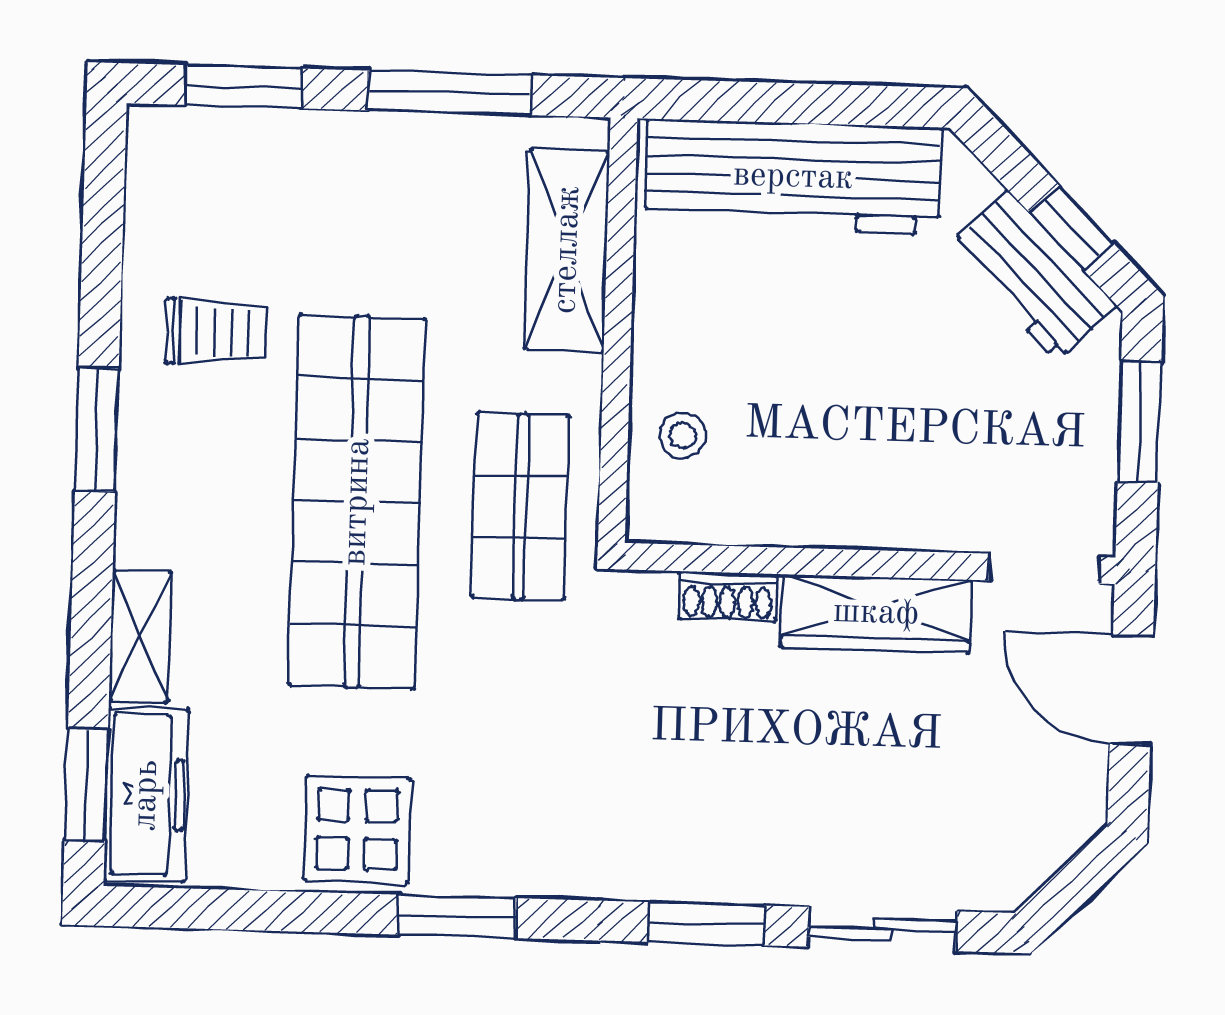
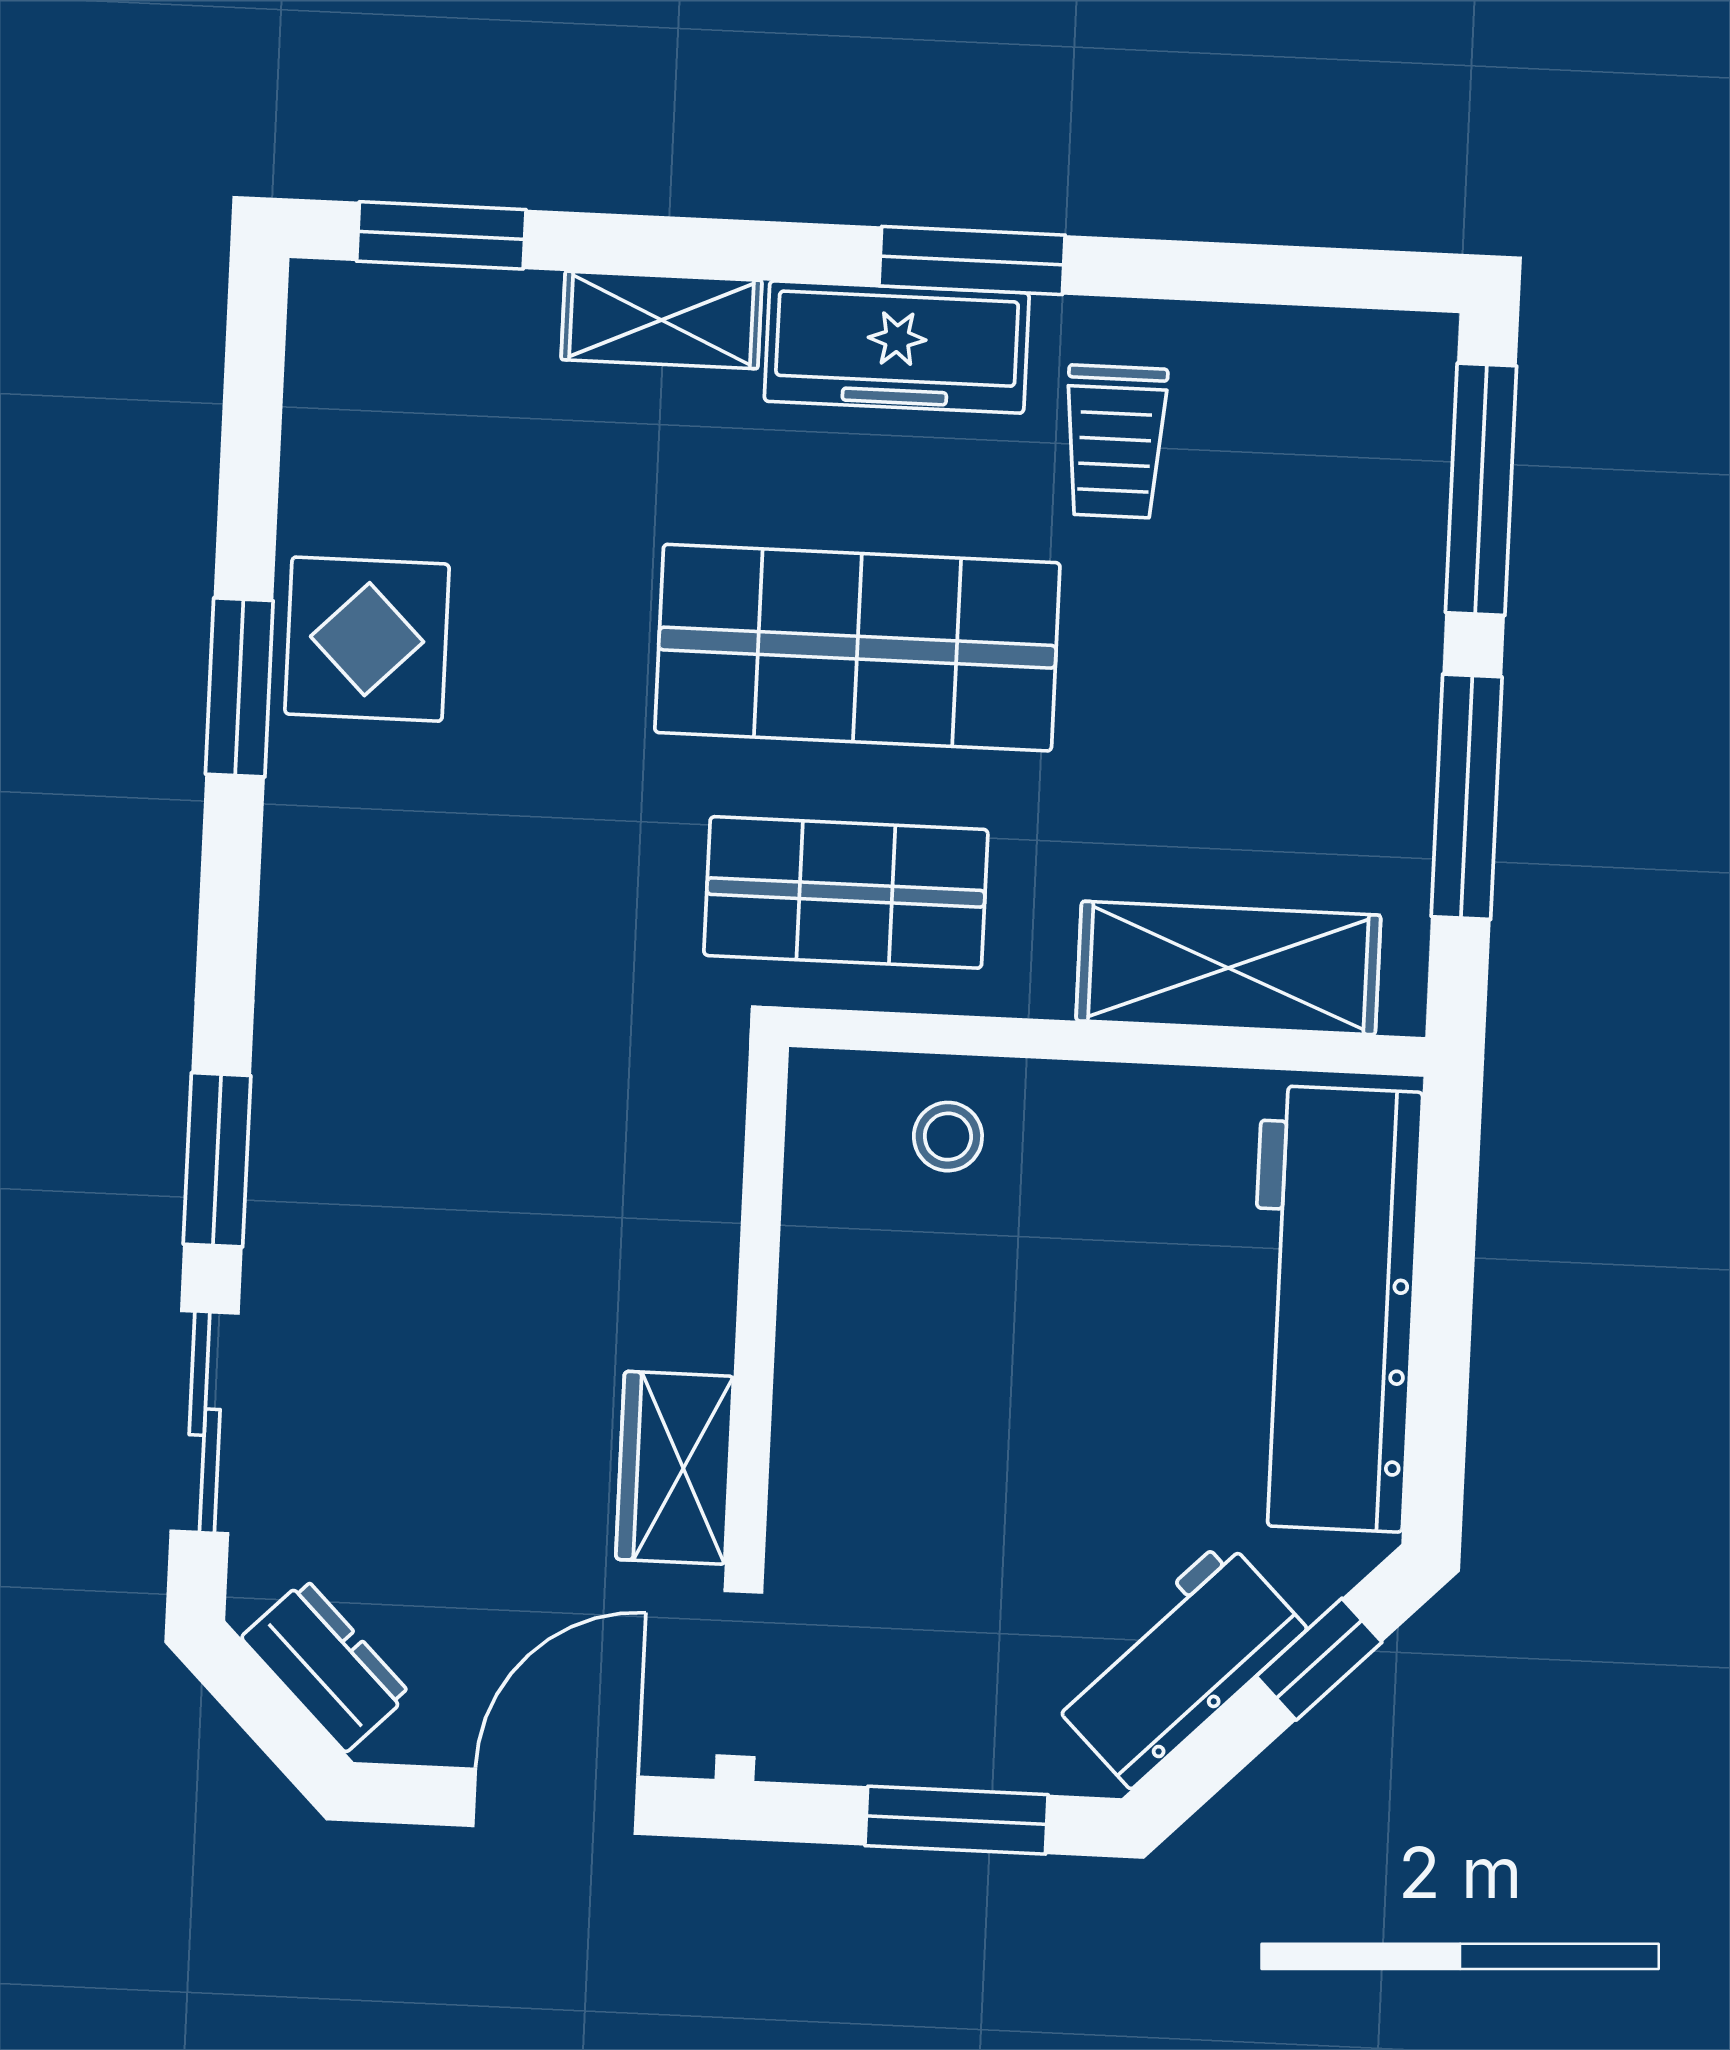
window: (244, 87) -> (1481, 489), width x1.44
window: (1072, 228) -> (1319, 1659), moved
shop shelf: (357, 502) -> (857, 648), width x0.71
shoe rack: (728, 596) -> (706, 1200), removed
wardrobe: (876, 613) -> (675, 1468), width x0.67
freezer: (146, 795) -> (897, 347), moved
dresser: (1044, 845) -> (326, 1666), added
window: (457, 916) -> (239, 687), moved

